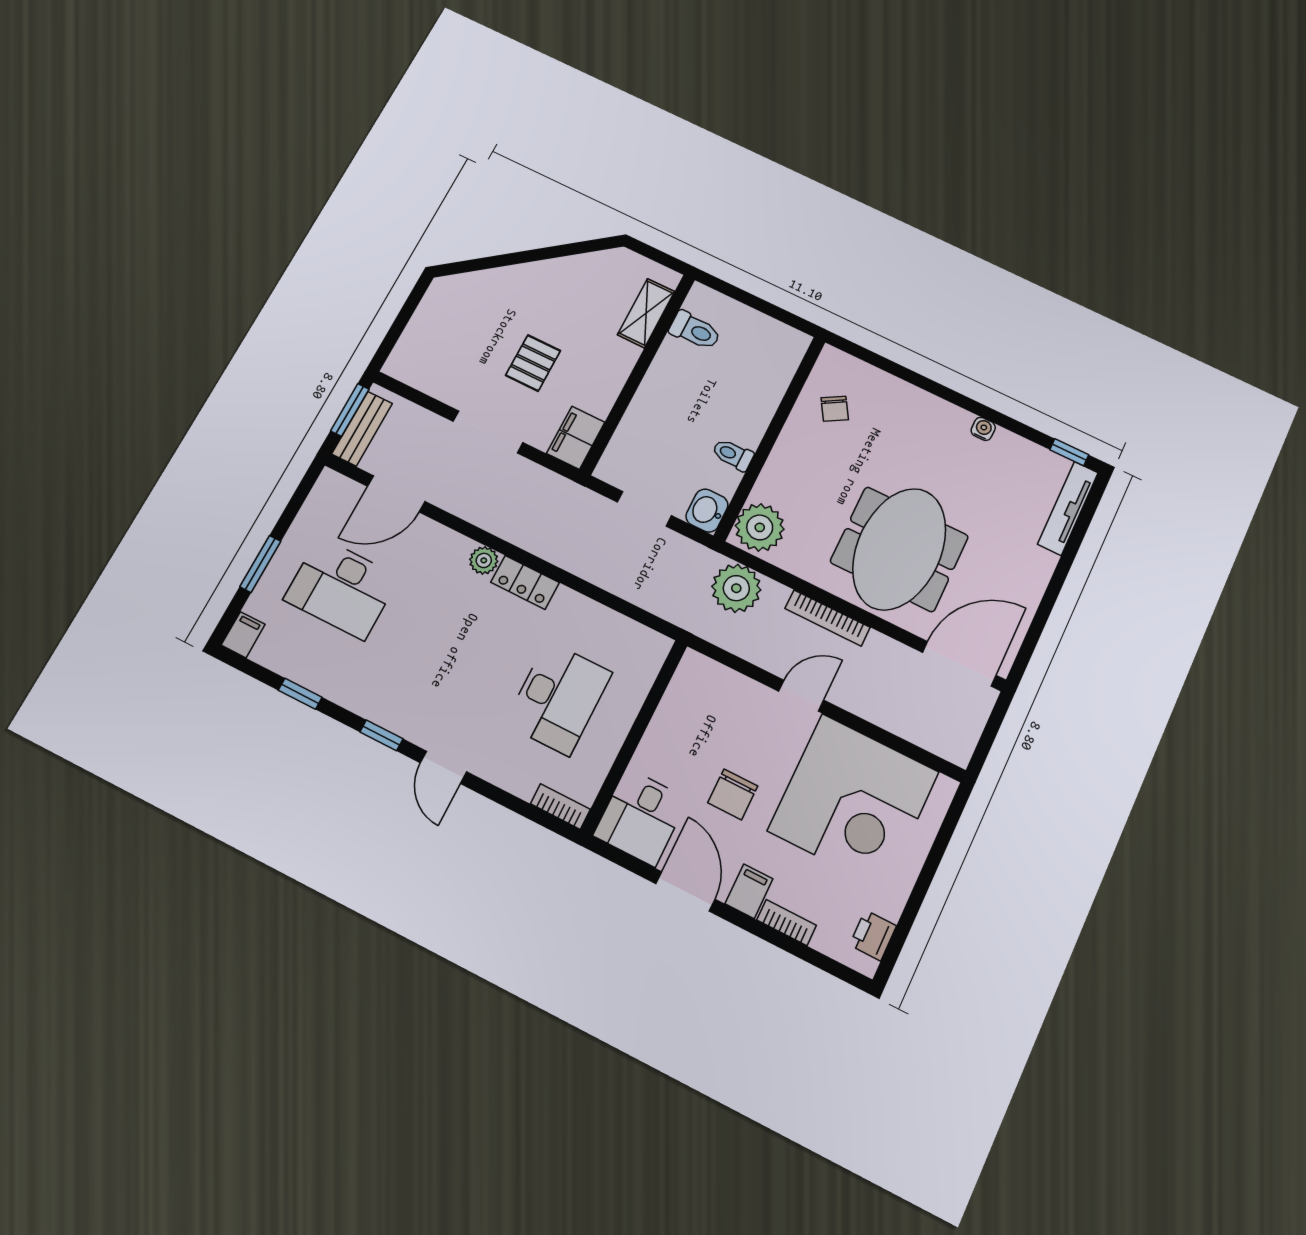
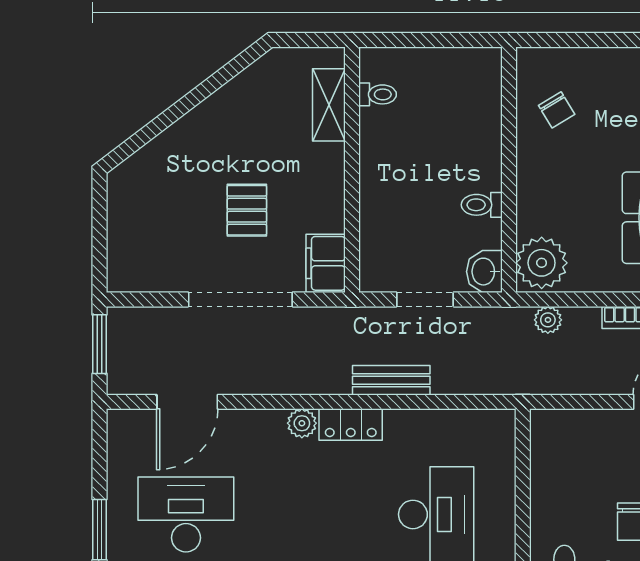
toilet: (695, 331) -> (378, 94), width x0.73, depth x0.72
bench: (362, 429) -> (391, 380), moved, turned 90
doorway: (488, 432) -> (240, 299), width x1.36
desk: (341, 588) -> (186, 514), turned 180
plant: (736, 588) -> (548, 320), width x0.53, depth x0.53

